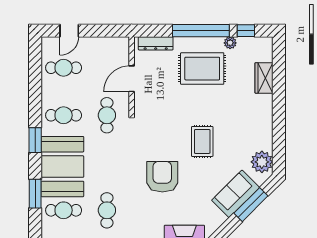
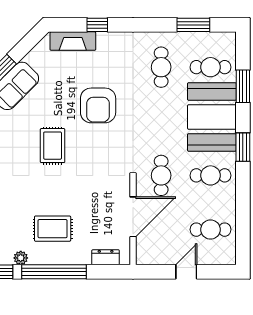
door: (69, 31) -> (186, 272), moved
dresser: (156, 43) -> (106, 257), width x0.70
rug: (202, 69) -> (53, 229), width x0.73, depth x0.70
door: (132, 79) -> (133, 217), width x1.36

